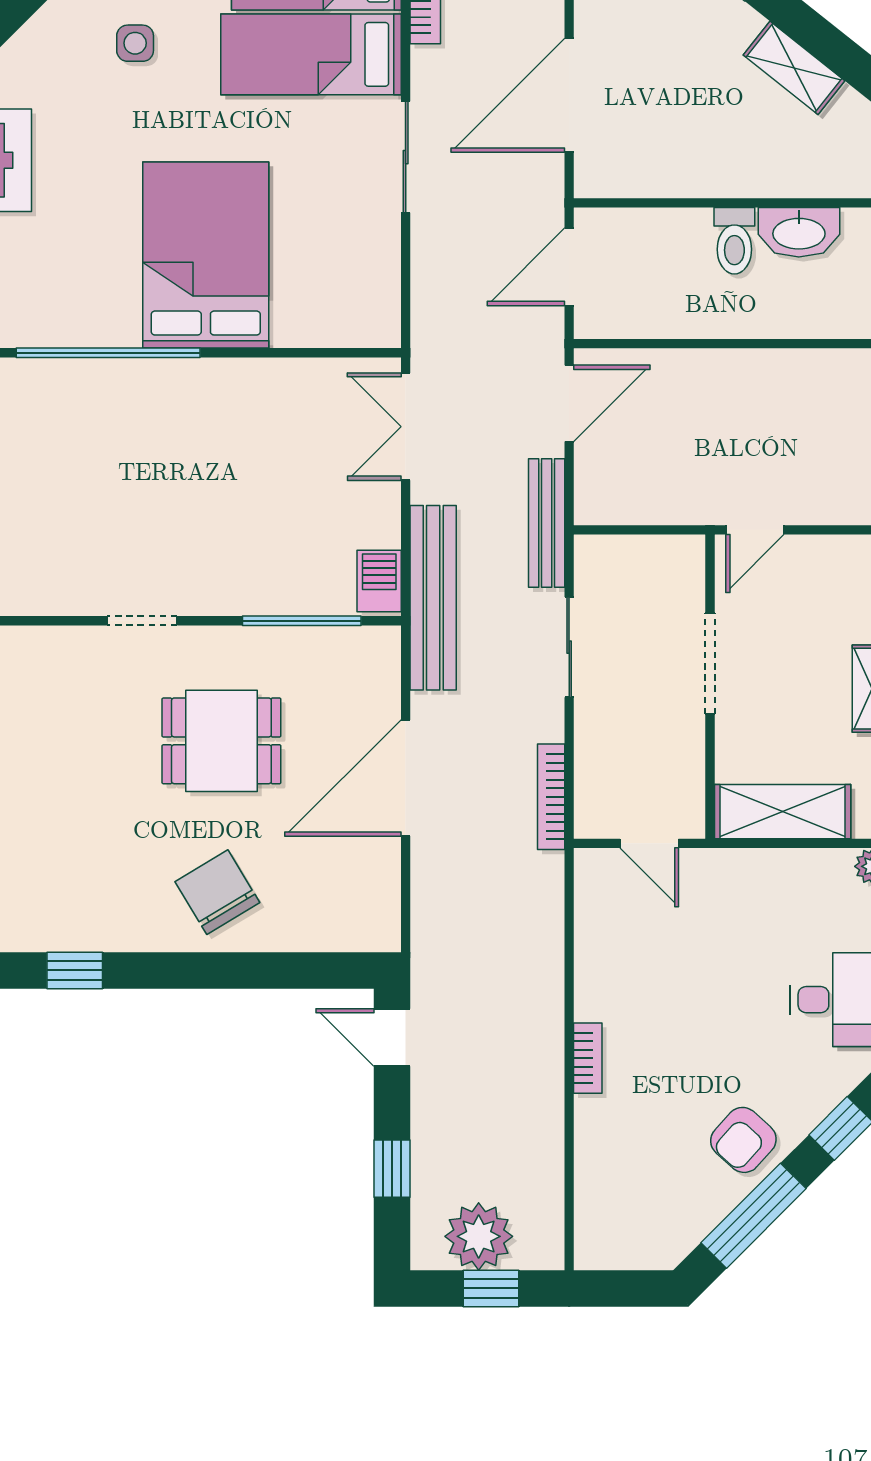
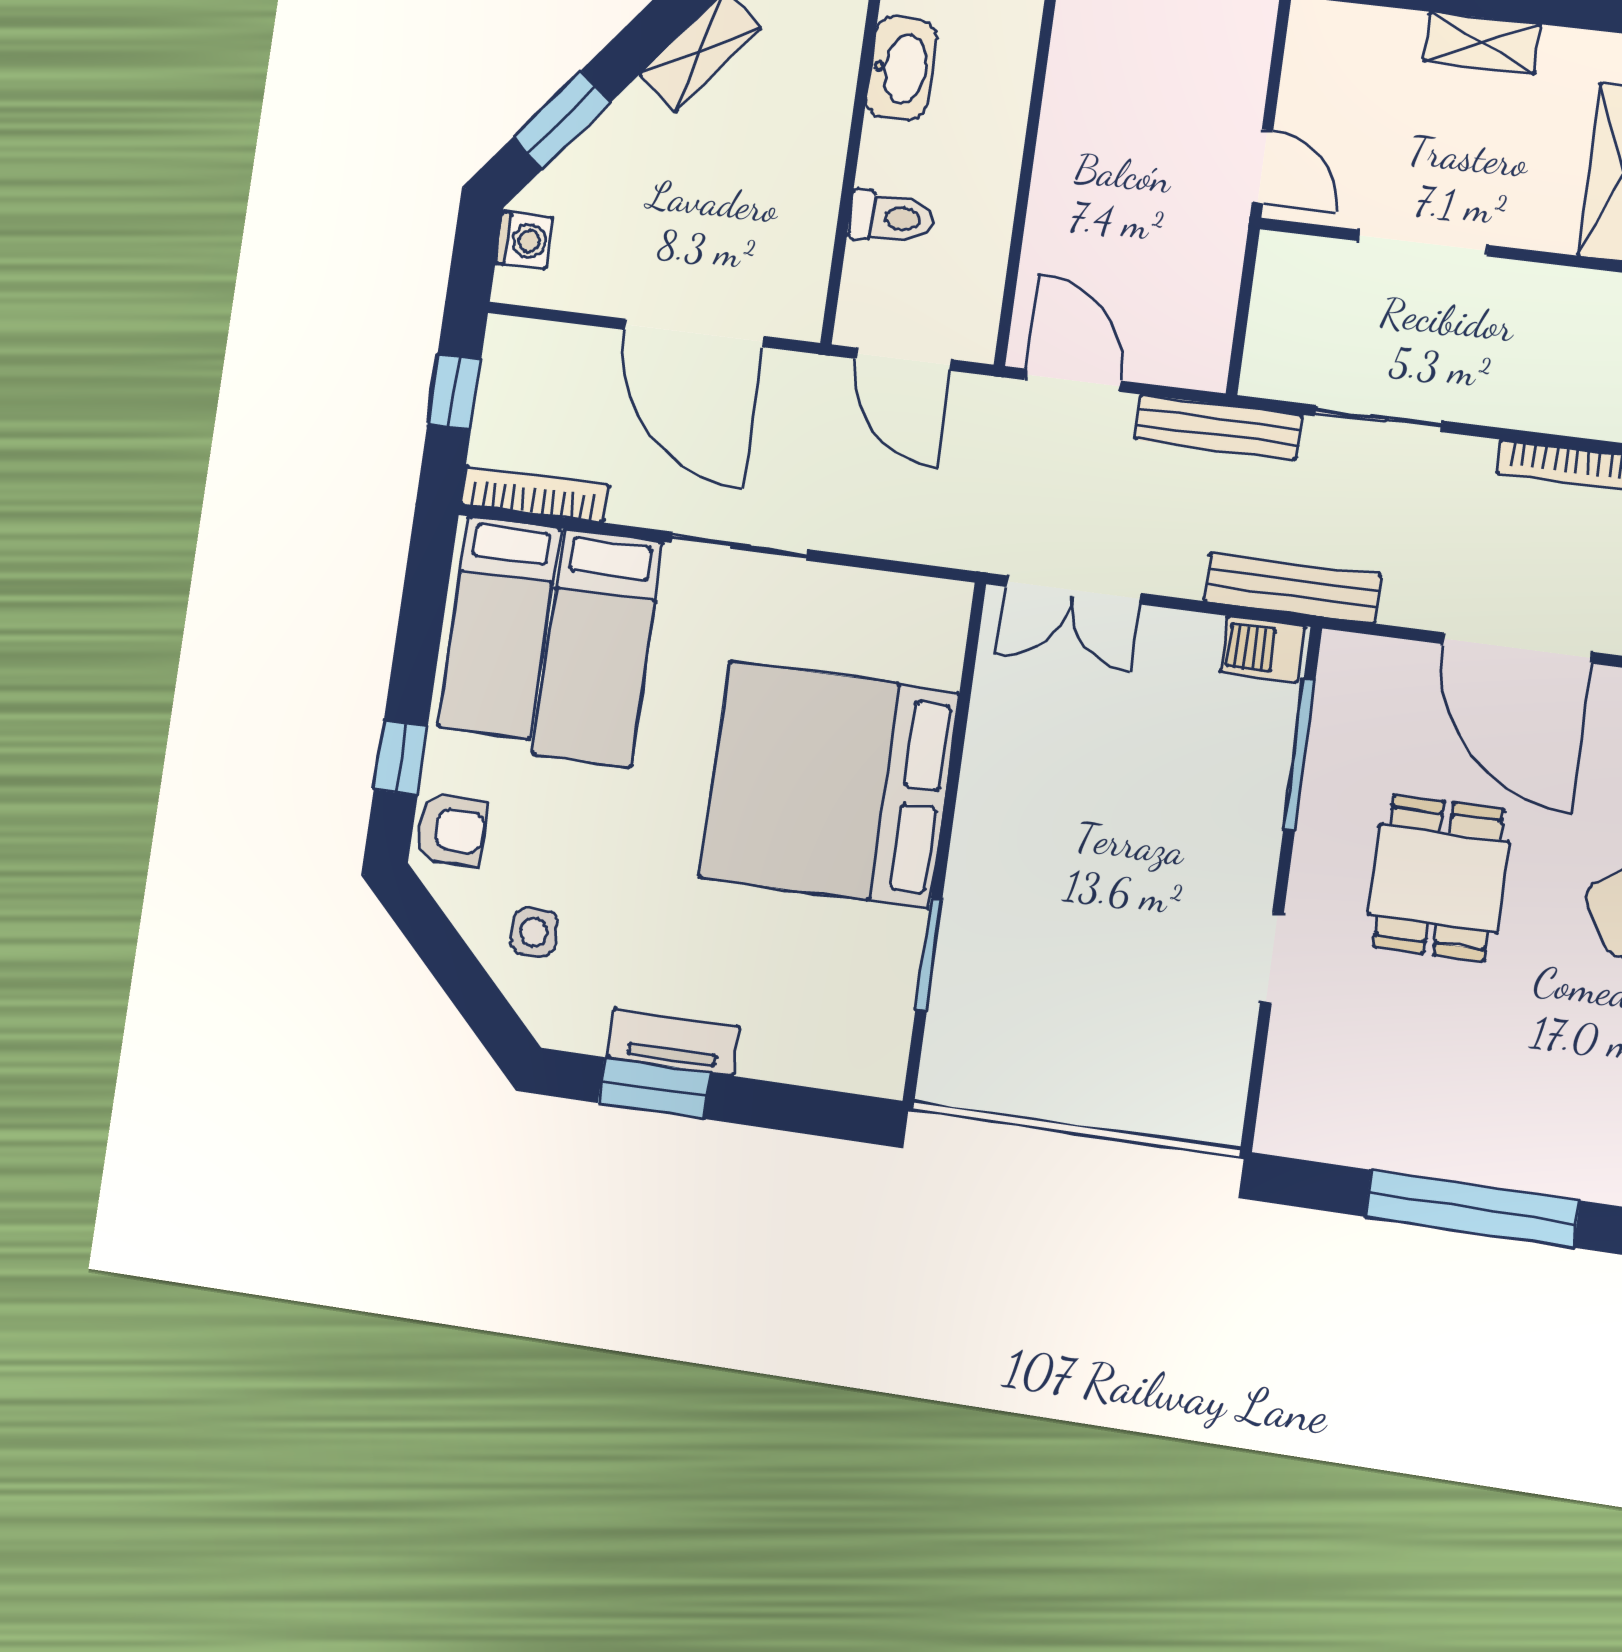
side table: (135, 43) -> (534, 932), moved
toilet: (734, 241) -> (891, 217), moved
bed: (206, 255) -> (829, 785), width x1.36
window: (108, 353) -> (929, 954), width x0.47
bench: (433, 598) -> (1292, 588), width x0.73, depth x0.82

